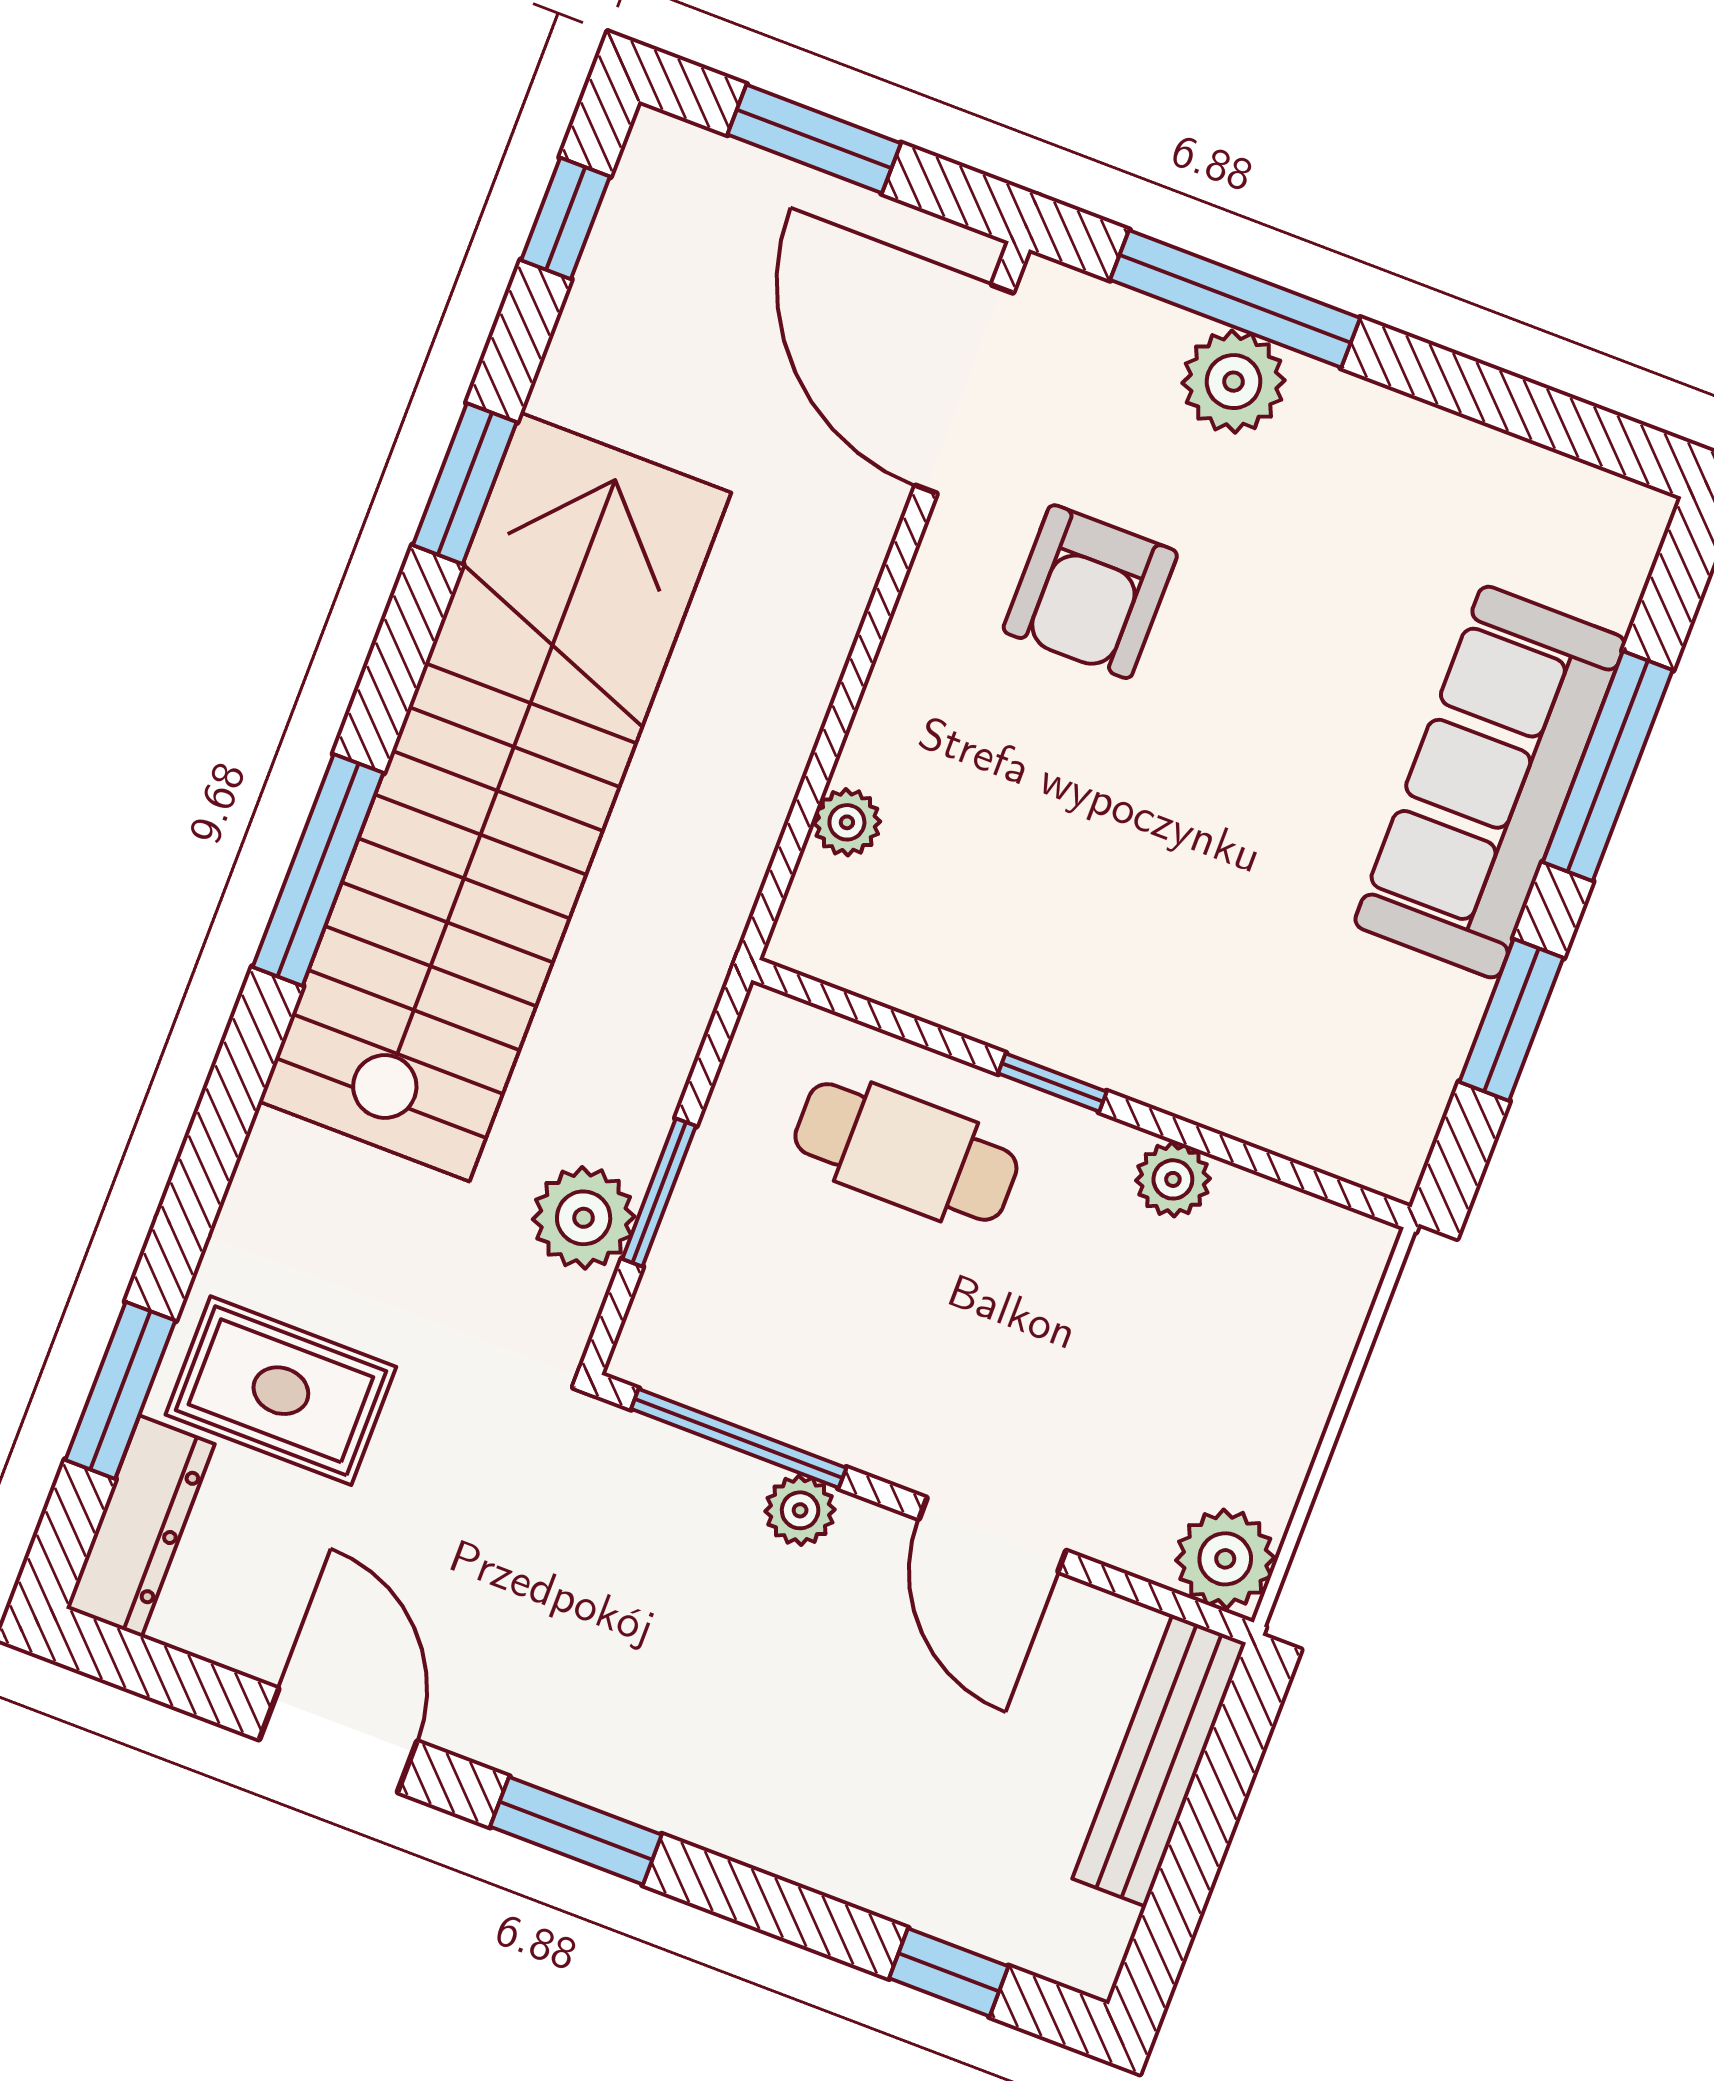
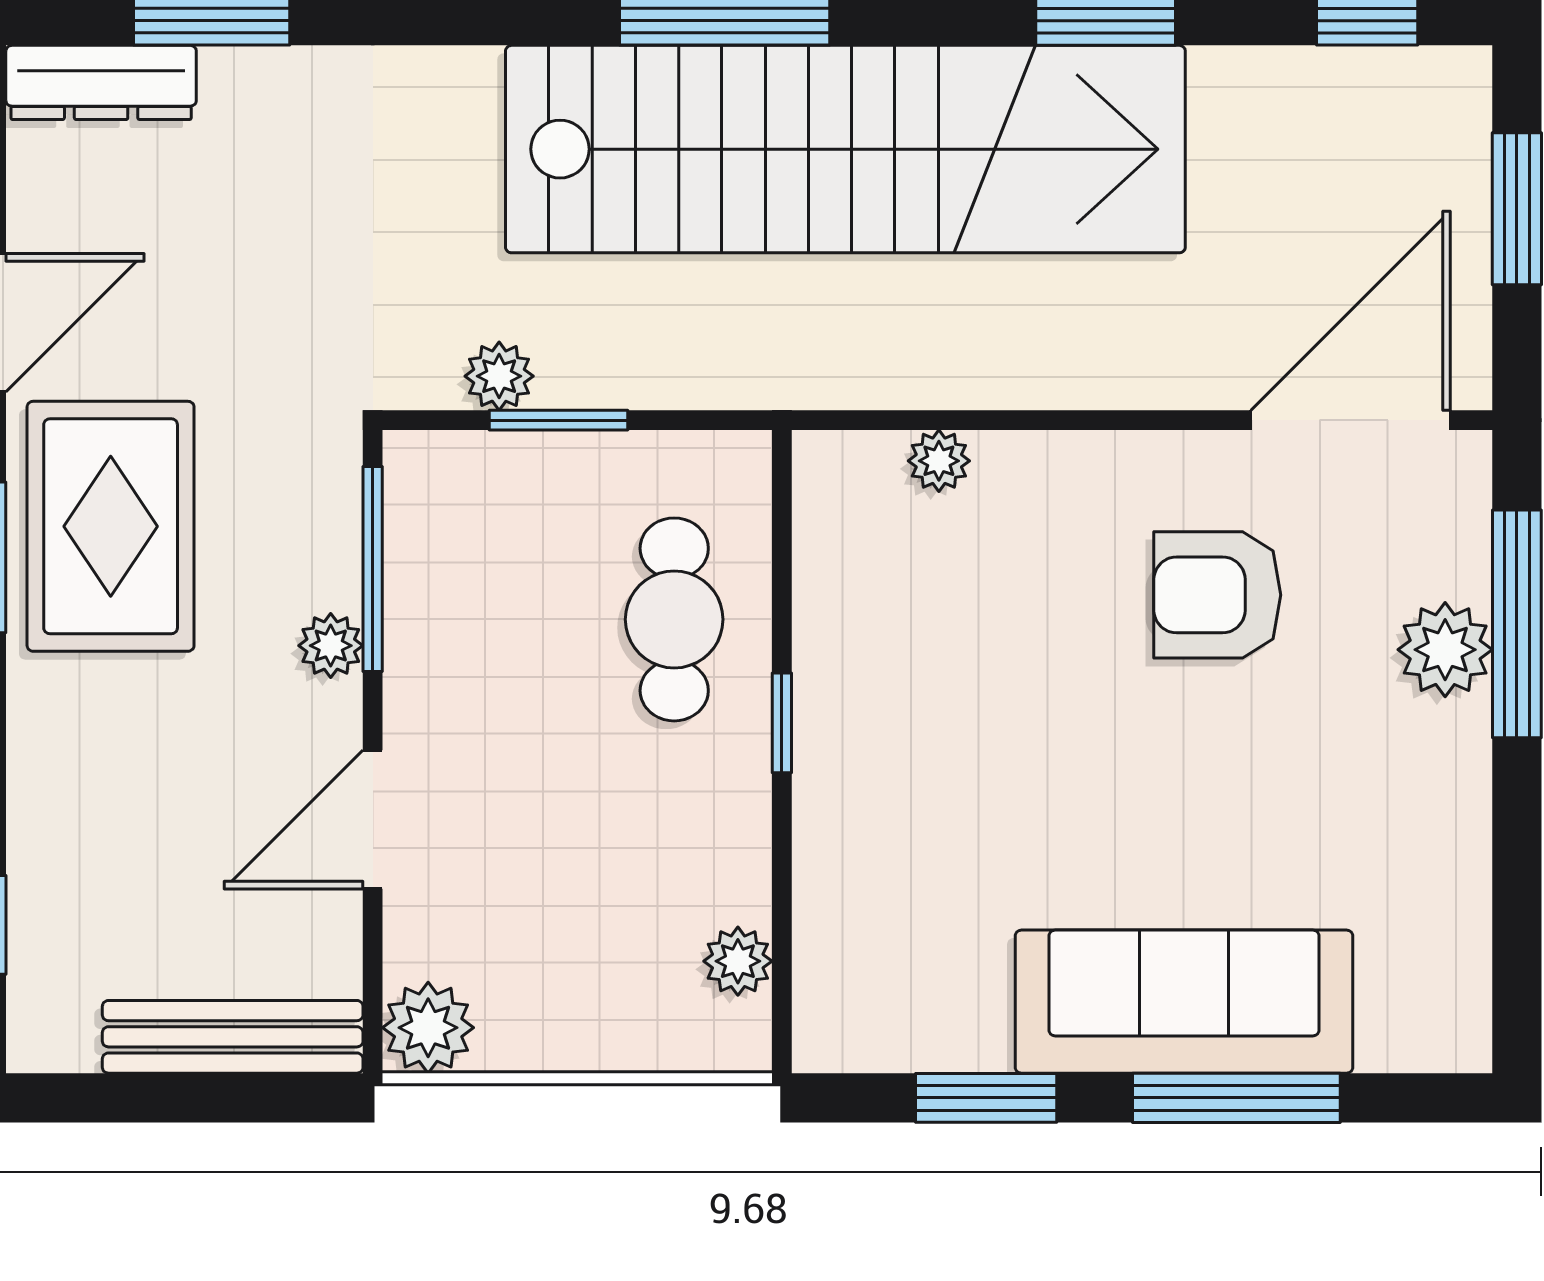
plant: (1173, 1179) -> (738, 961), moved
plant: (584, 1218) -> (499, 376), width x0.73, depth x0.73
rug: (281, 1391) -> (111, 526), moved, width x1.36, depth x1.43

